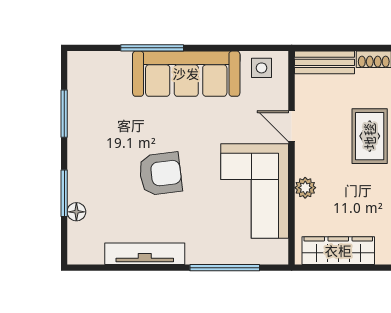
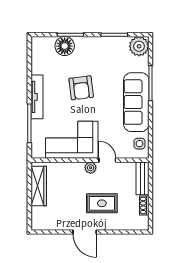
plant: (85, 69) -> (139, 46), added
door: (292, 126) -> (107, 160), hinge flipped
plant: (305, 188) -> (91, 168), moved
floor lamp: (76, 212) -> (65, 46), width x1.89, depth x1.89
tv unit: (145, 254) -> (37, 97), moved

